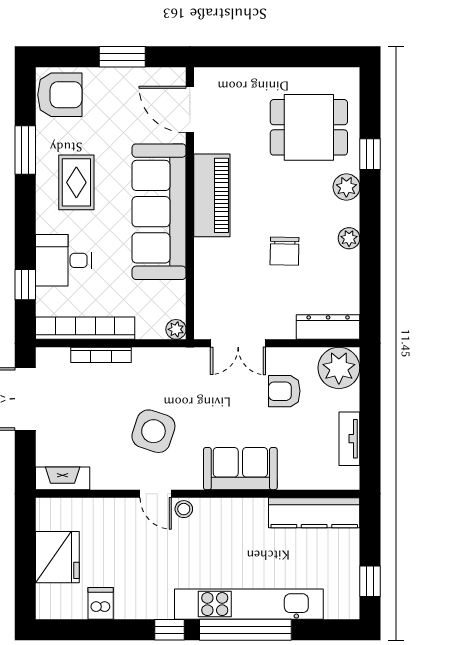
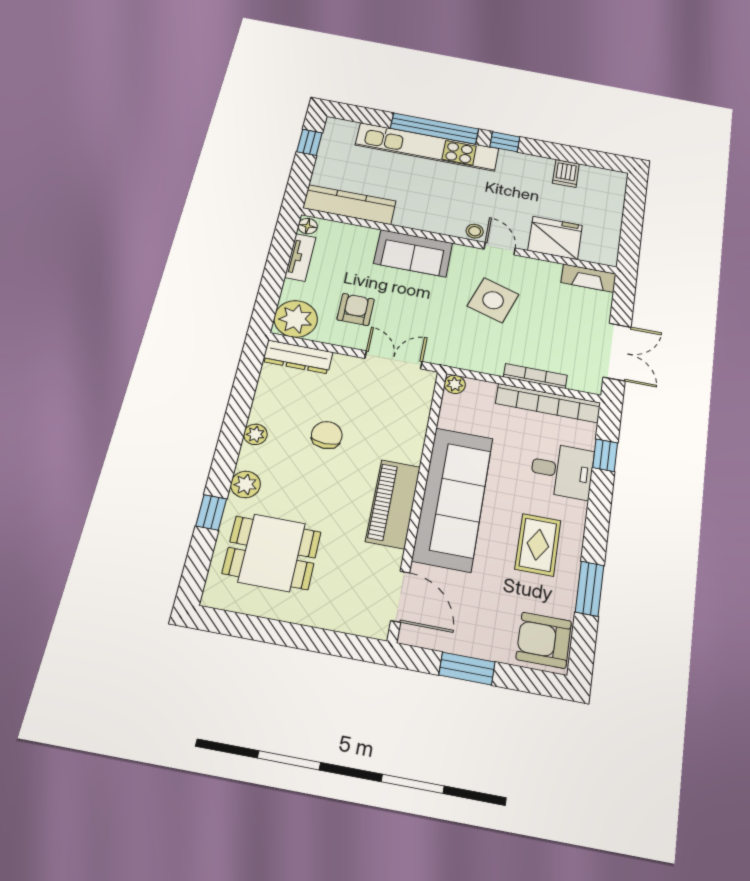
armchair: (284, 391) -> (356, 309), turned -90
floor lamp: (350, 477) -> (308, 226), added
fridge: (57, 557) -> (555, 238), moved, turned 90

